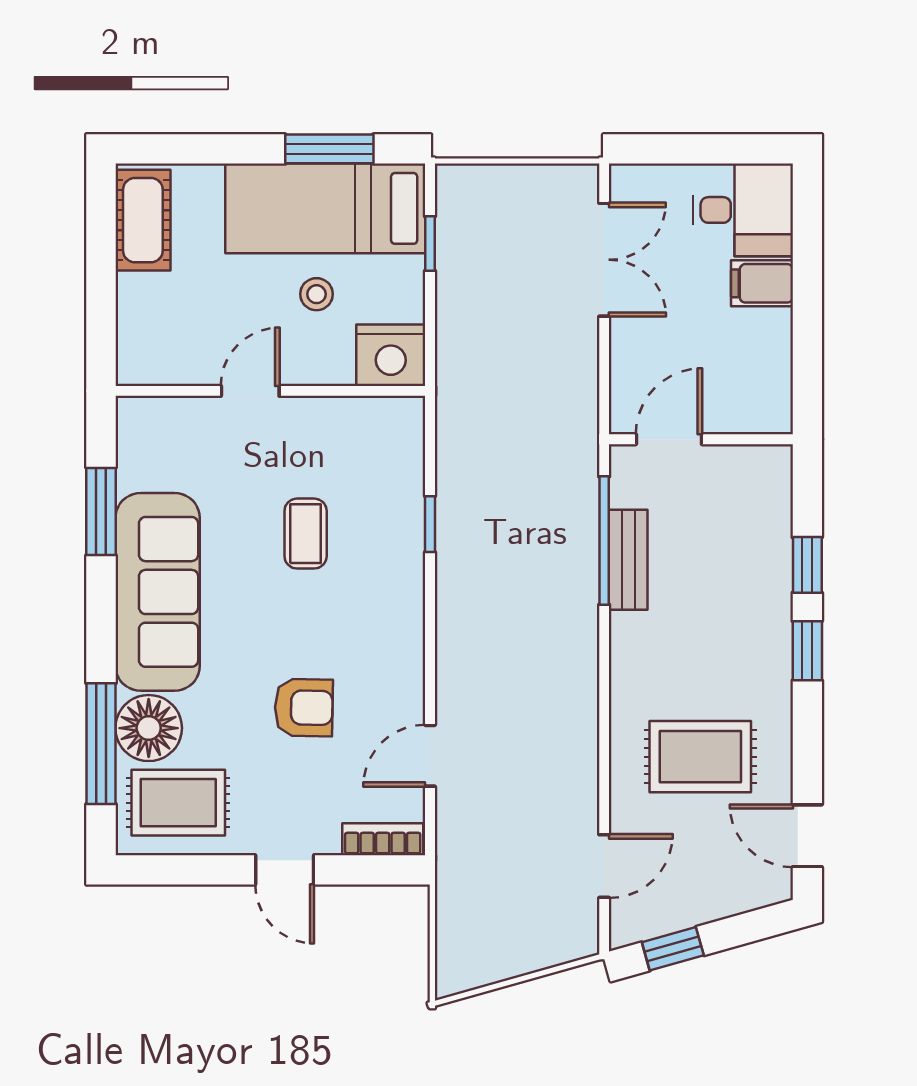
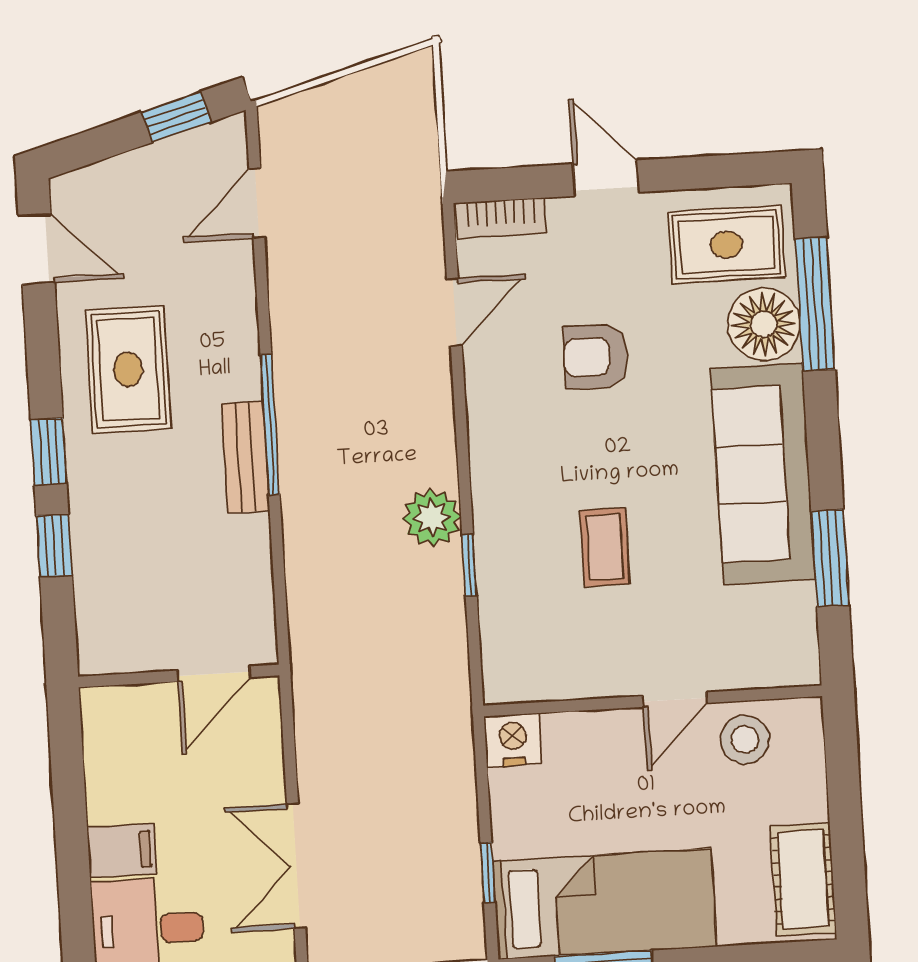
stool: (317, 294) -> (745, 739), moved, width x1.37, depth x1.37
nightstand: (391, 355) -> (513, 740), width x0.74, depth x0.75
window: (604, 541) -> (270, 424), moved
bench: (628, 560) -> (246, 457), moved
plant: (462, 570) -> (432, 518), added
rug: (700, 757) -> (128, 369), moved, turned 90

